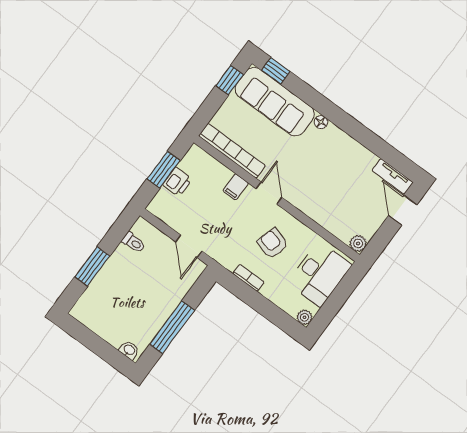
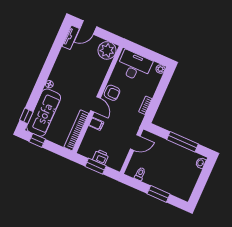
door: (269, 193) -> (95, 104), swing flipped
armchair: (273, 243) -> (112, 93), moved, turned -106
plant: (358, 243) -> (107, 50), width x1.88, depth x1.88

